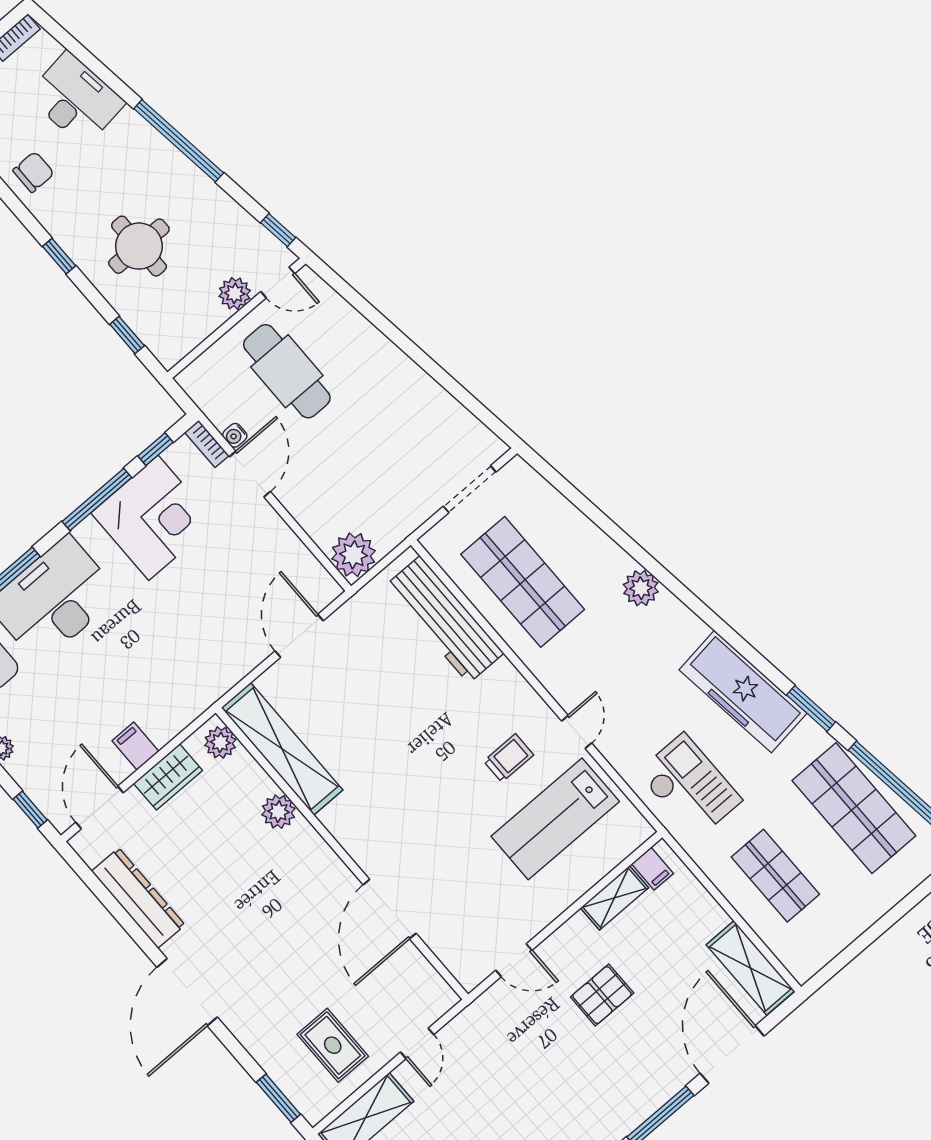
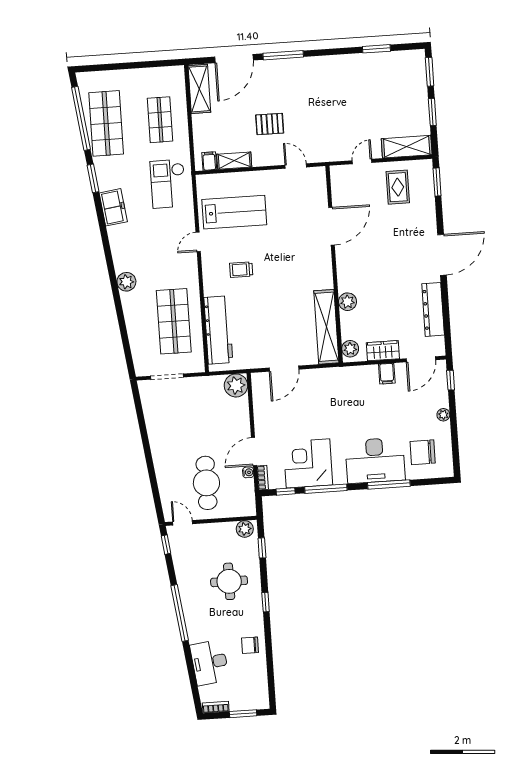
plant: (235, 293) -> (245, 529), moved
freezer: (743, 691) -> (113, 207), width x0.52, depth x0.79
trolley: (509, 758) -> (241, 270), moved

